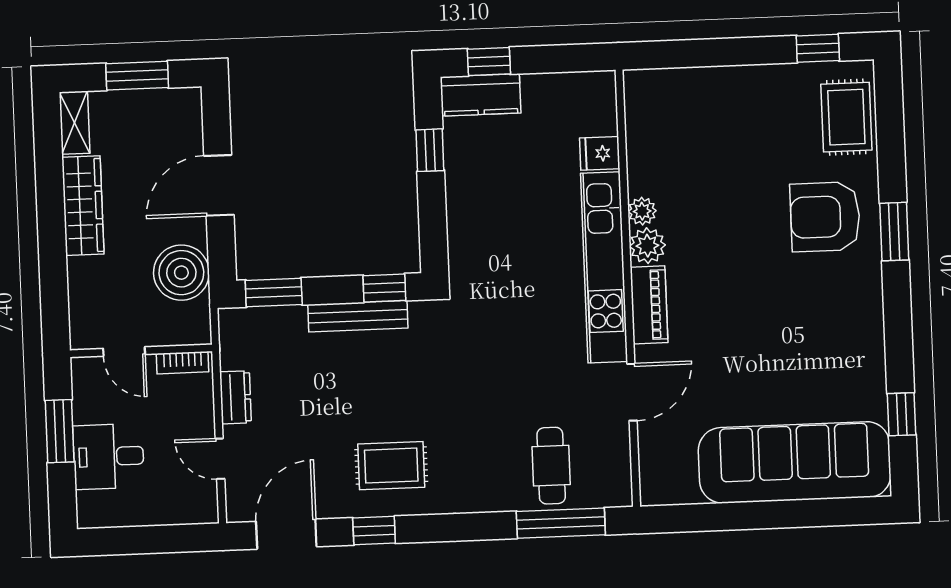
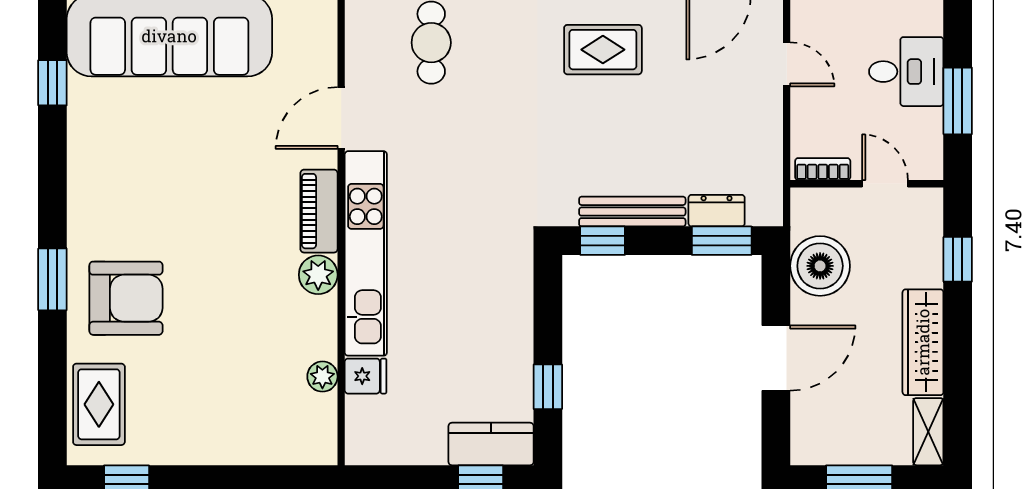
plant: (642, 211) -> (322, 377), moved
window: (54, 284) -> (958, 259), added
dresser: (236, 397) -> (717, 211), moved, turned 90

